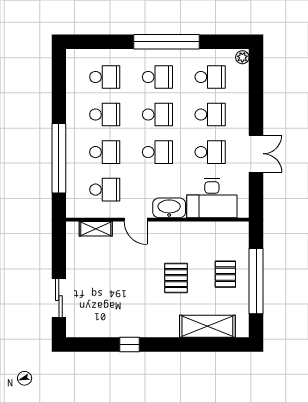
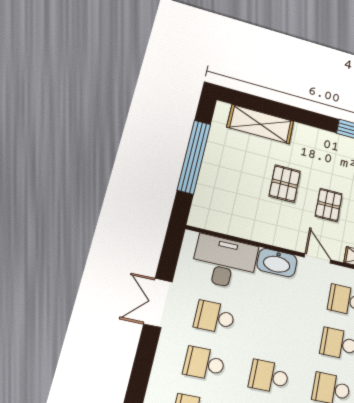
school desk: (157, 152) -> (278, 331), removed
pallet: (225, 274) -> (329, 205), moved

